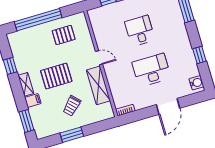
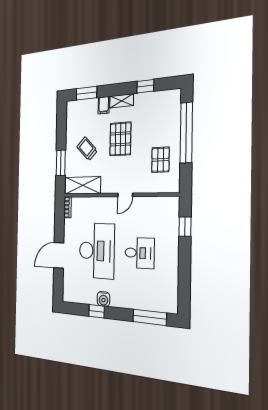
desk: (151, 70) -> (97, 251), width x1.36, depth x1.30
water cooler: (196, 83) -> (103, 299), moved
shelving: (98, 85) -> (83, 185), moved
door: (168, 106) -> (59, 255), hinge flipped
window: (72, 135) -> (61, 163), moved

